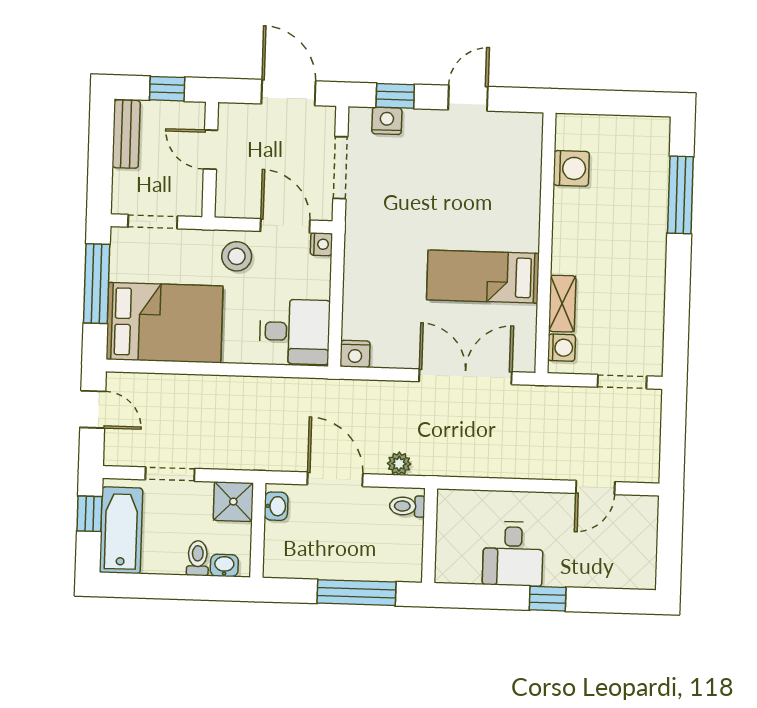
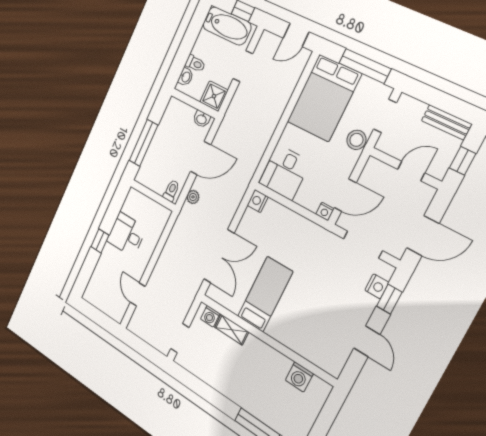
stool: (237, 256) -> (356, 140), moved

